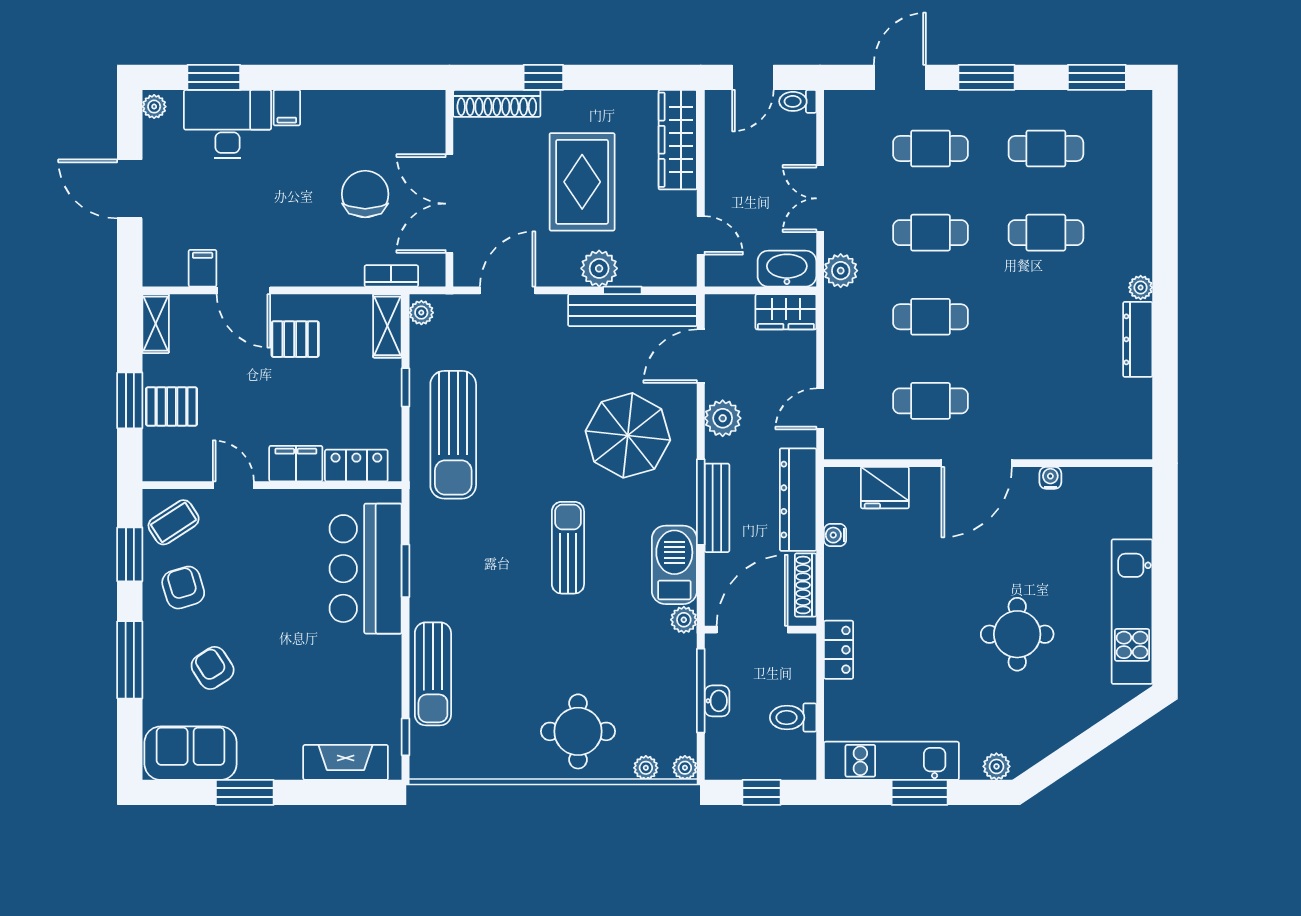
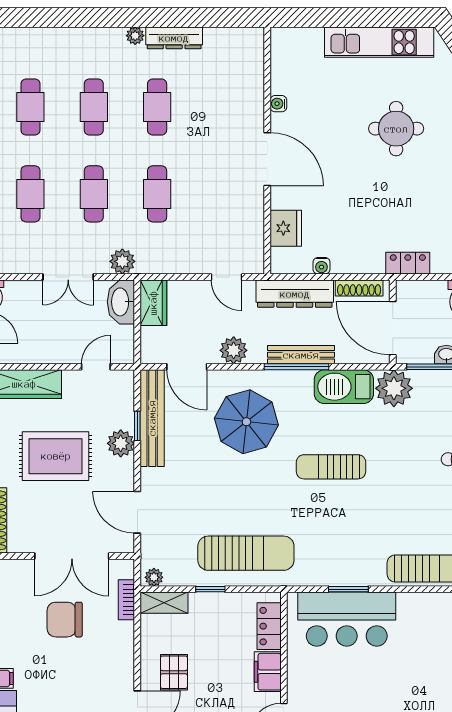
cafe table: (930, 401) -> (157, 107), moved
plant: (684, 620) -> (394, 388), width x1.88, depth x1.88

